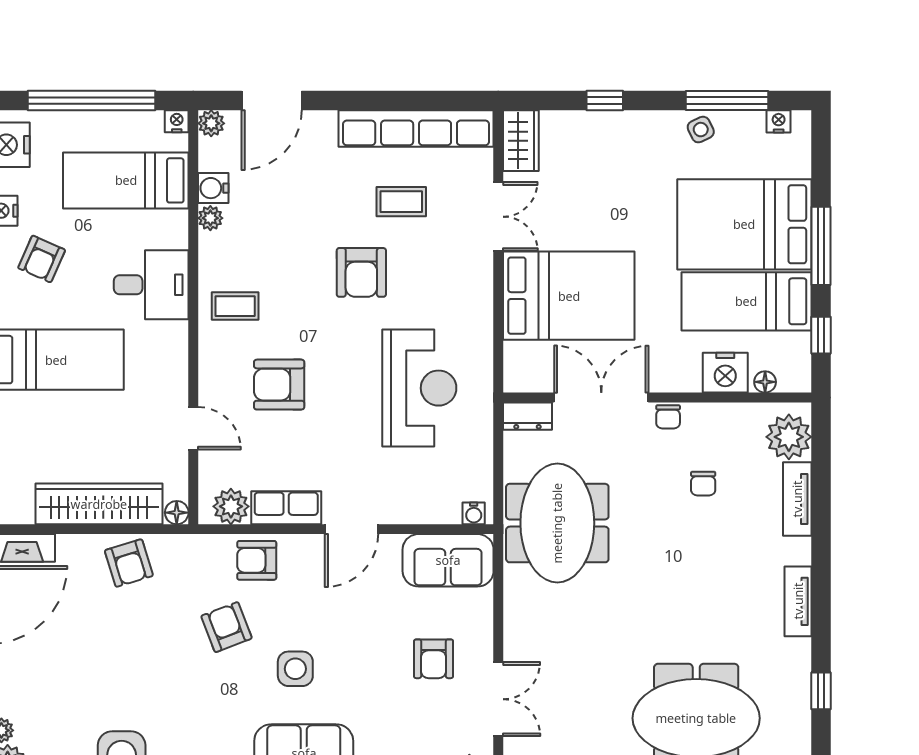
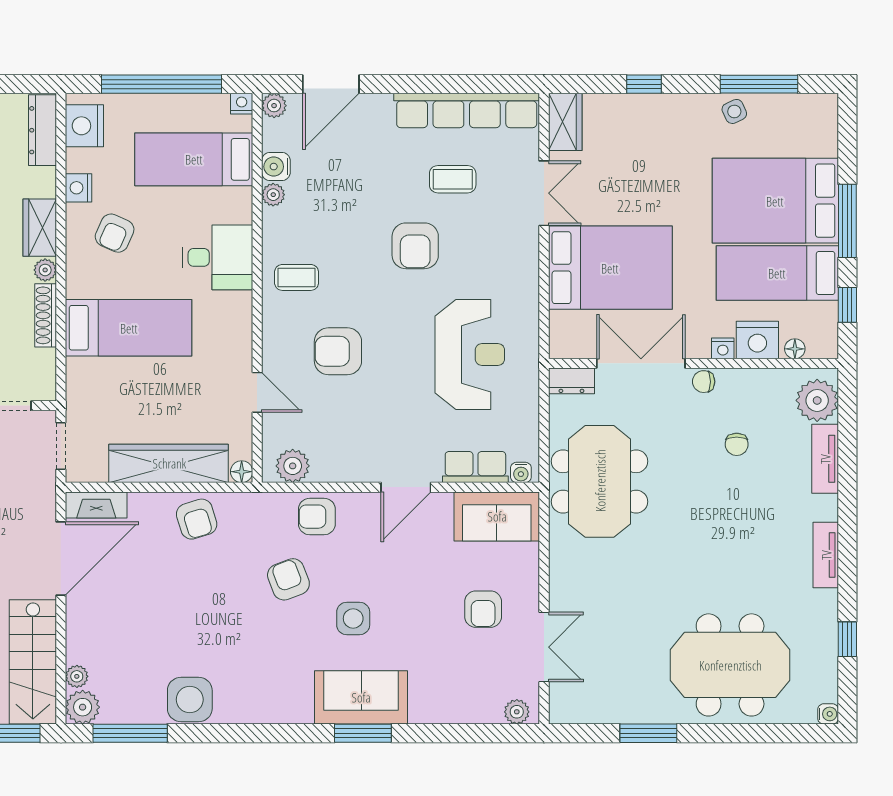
nightstand: (779, 121) -> (723, 348), moved, turned 180
chair: (668, 417) -> (704, 382), turned 90
row of seats: (286, 508) -> (475, 467), moved

